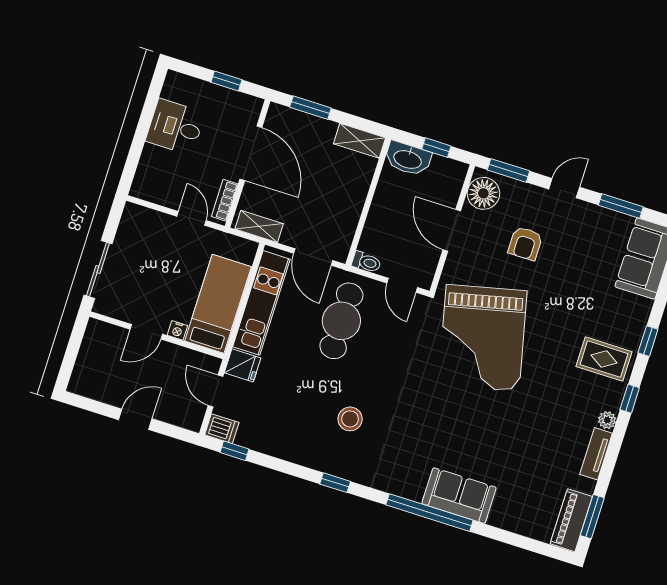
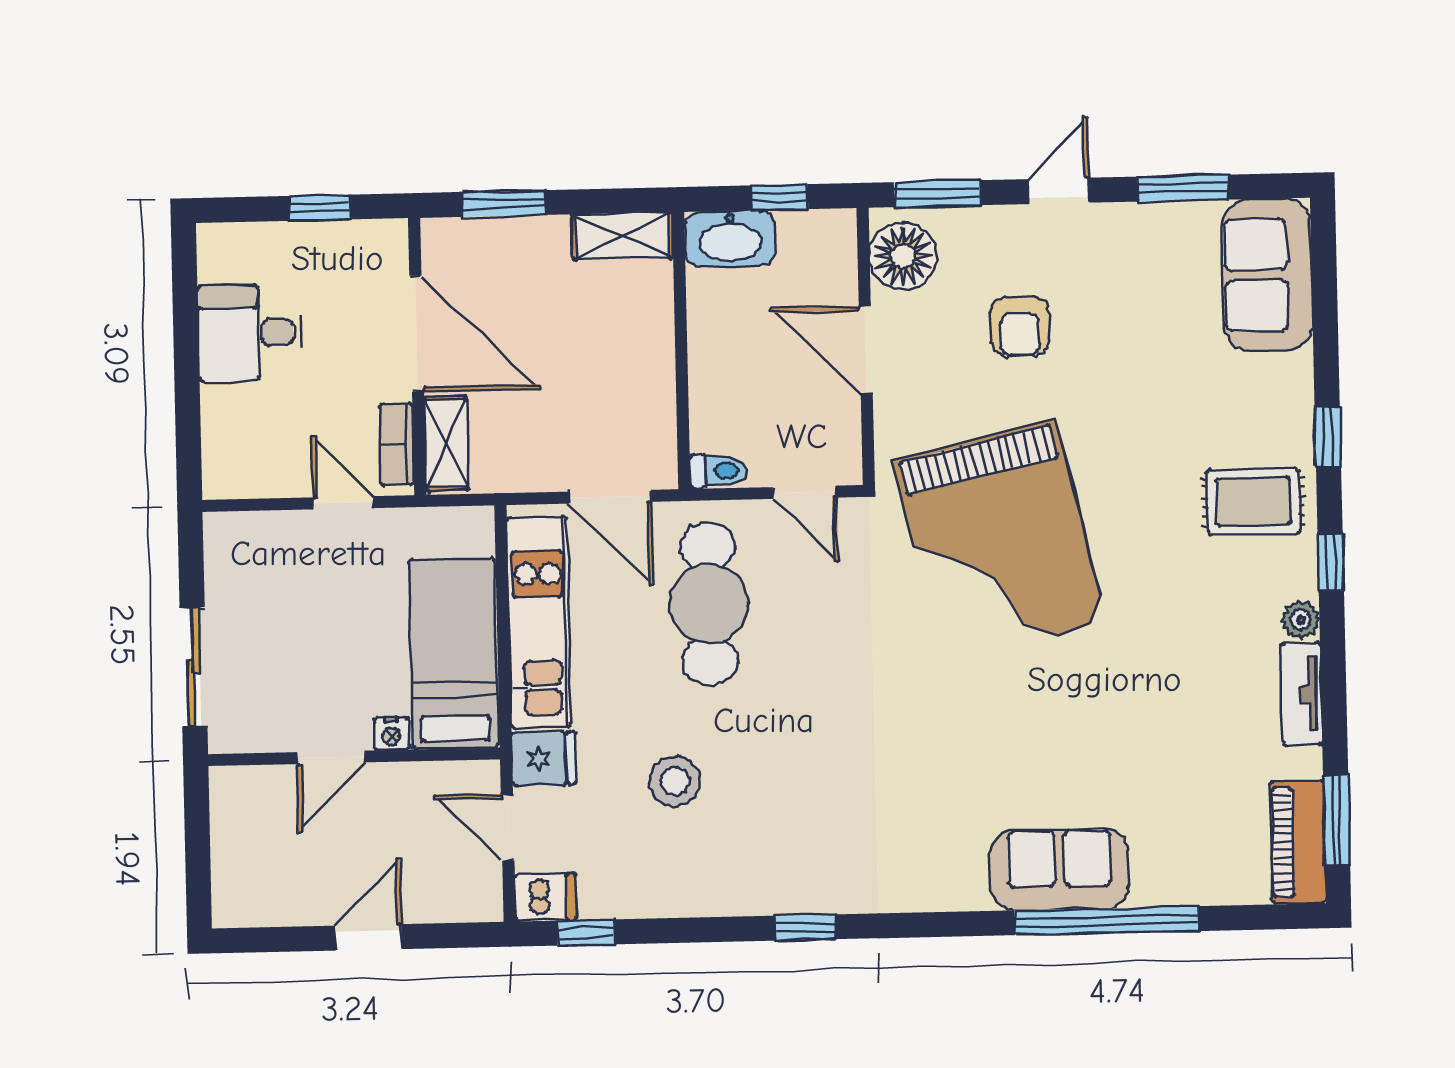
shelving: (259, 226) -> (446, 443), moved, turned 90
stool: (350, 419) -> (675, 781), moved
window: (429, 513) -> (1106, 921), moved

